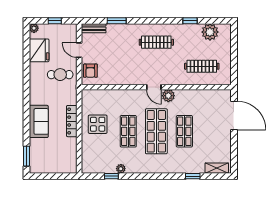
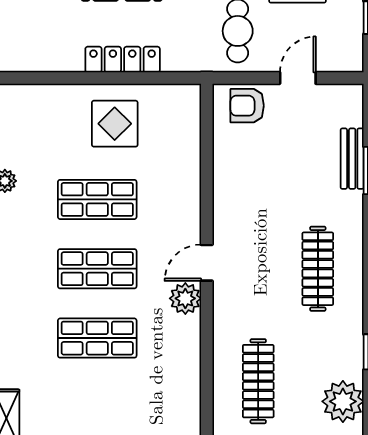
bench: (94, 28) -> (352, 159), moved
shop shelf: (156, 131) -> (97, 269), width x0.70, depth x0.74

